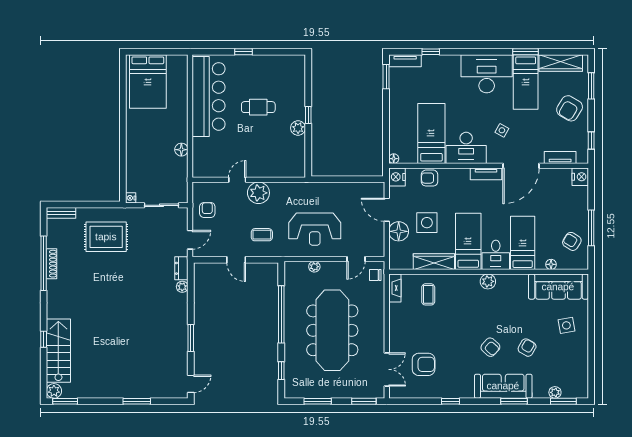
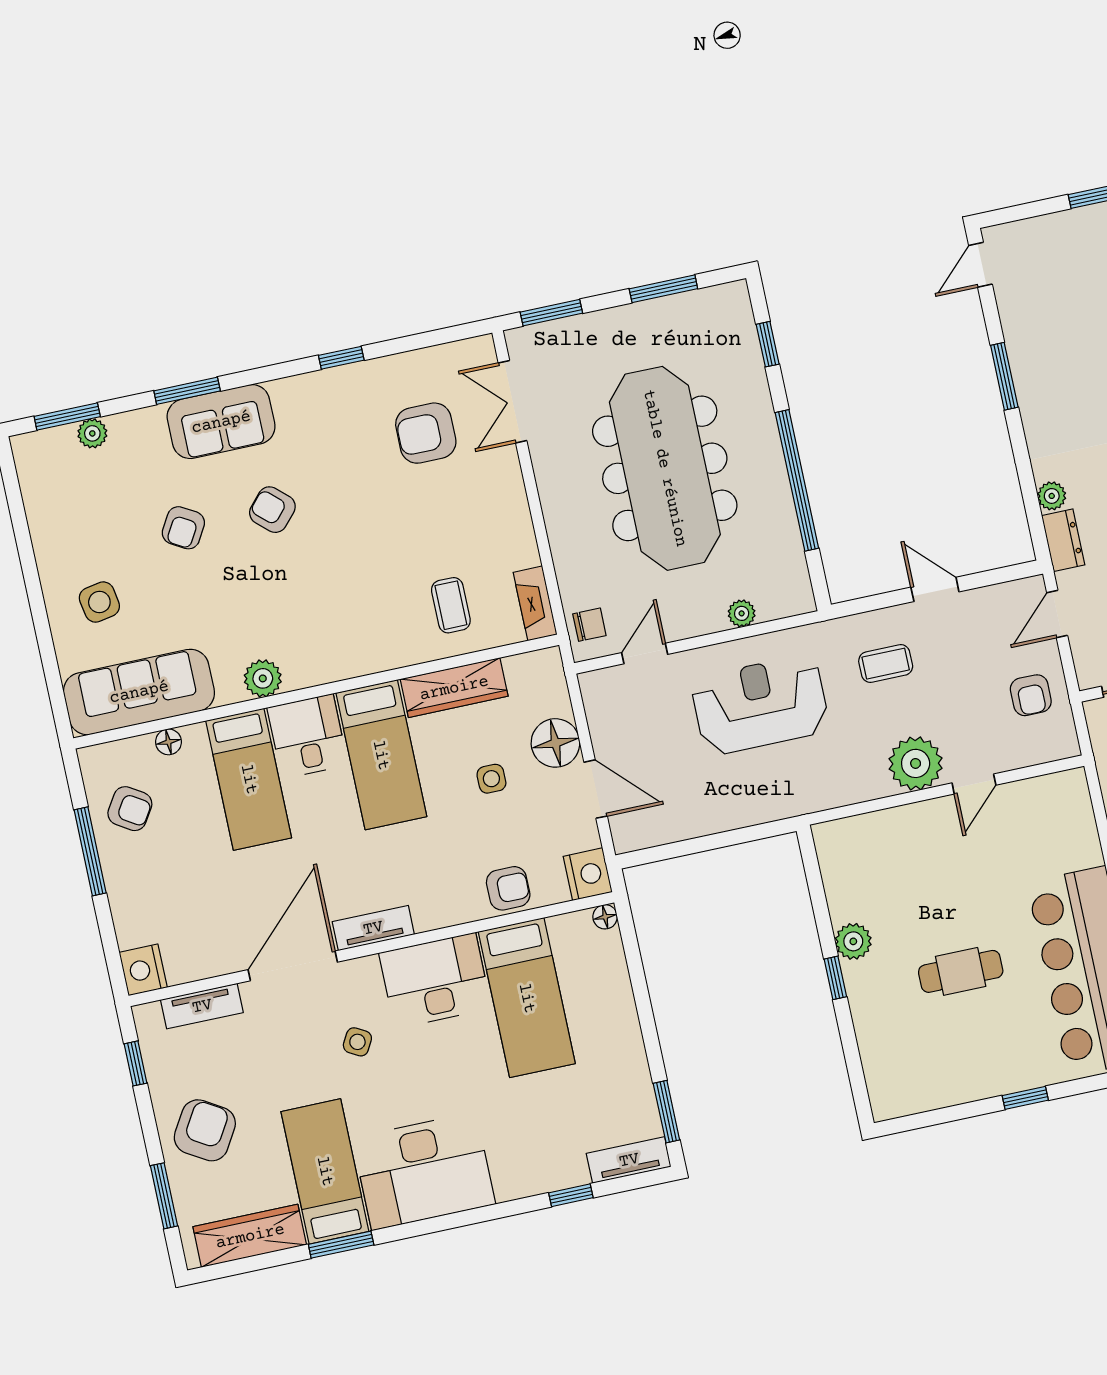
side table: (427, 223) -> (491, 779), width x0.54, depth x0.54
plant: (488, 281) -> (263, 678), moved
sofa: (503, 386) -> (221, 422), width x0.73

